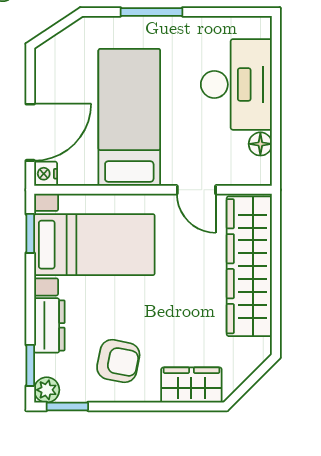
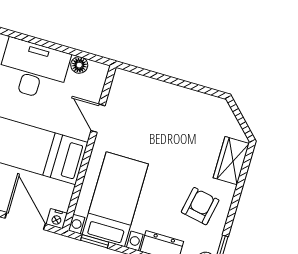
door: (196, 190) -> (98, 118), swing flipped
wardrobe: (249, 266) -> (161, 97), removed

